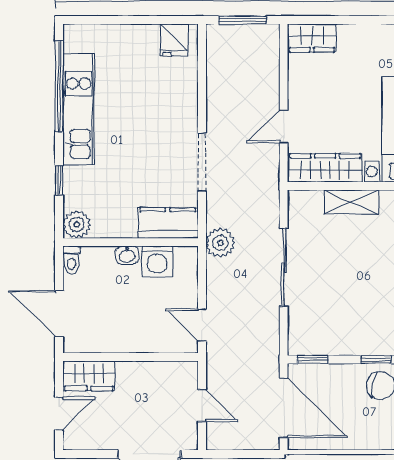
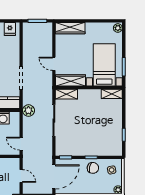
wardrobe: (312, 38) -> (70, 28), width x1.50
door: (284, 127) -> (54, 64), hinge flipped
shelving: (351, 202) -> (66, 94), moved
door: (284, 408) -> (54, 177), hinge flipped

